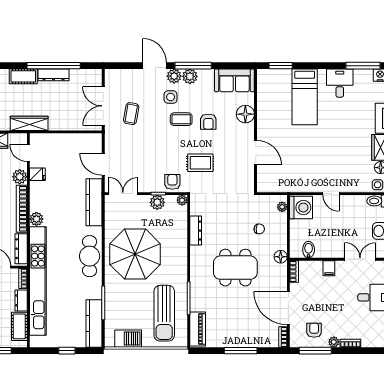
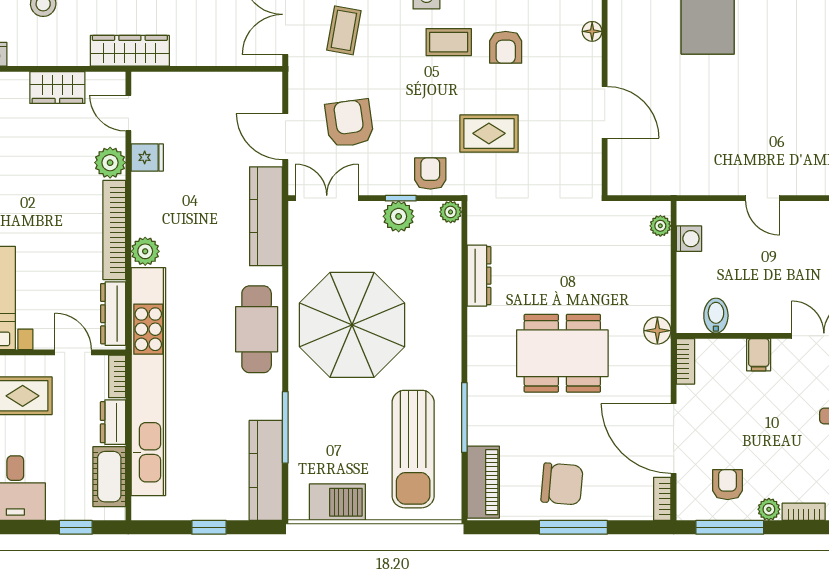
floor lamp: (245, 114) -> (592, 31), width x0.53, depth x0.53
armchair: (134, 158) -> (349, 123), added
washing machine: (301, 208) -> (689, 239), width x0.53, depth x0.53
chair: (259, 229) -> (562, 484), moved, width x1.87, depth x1.87

